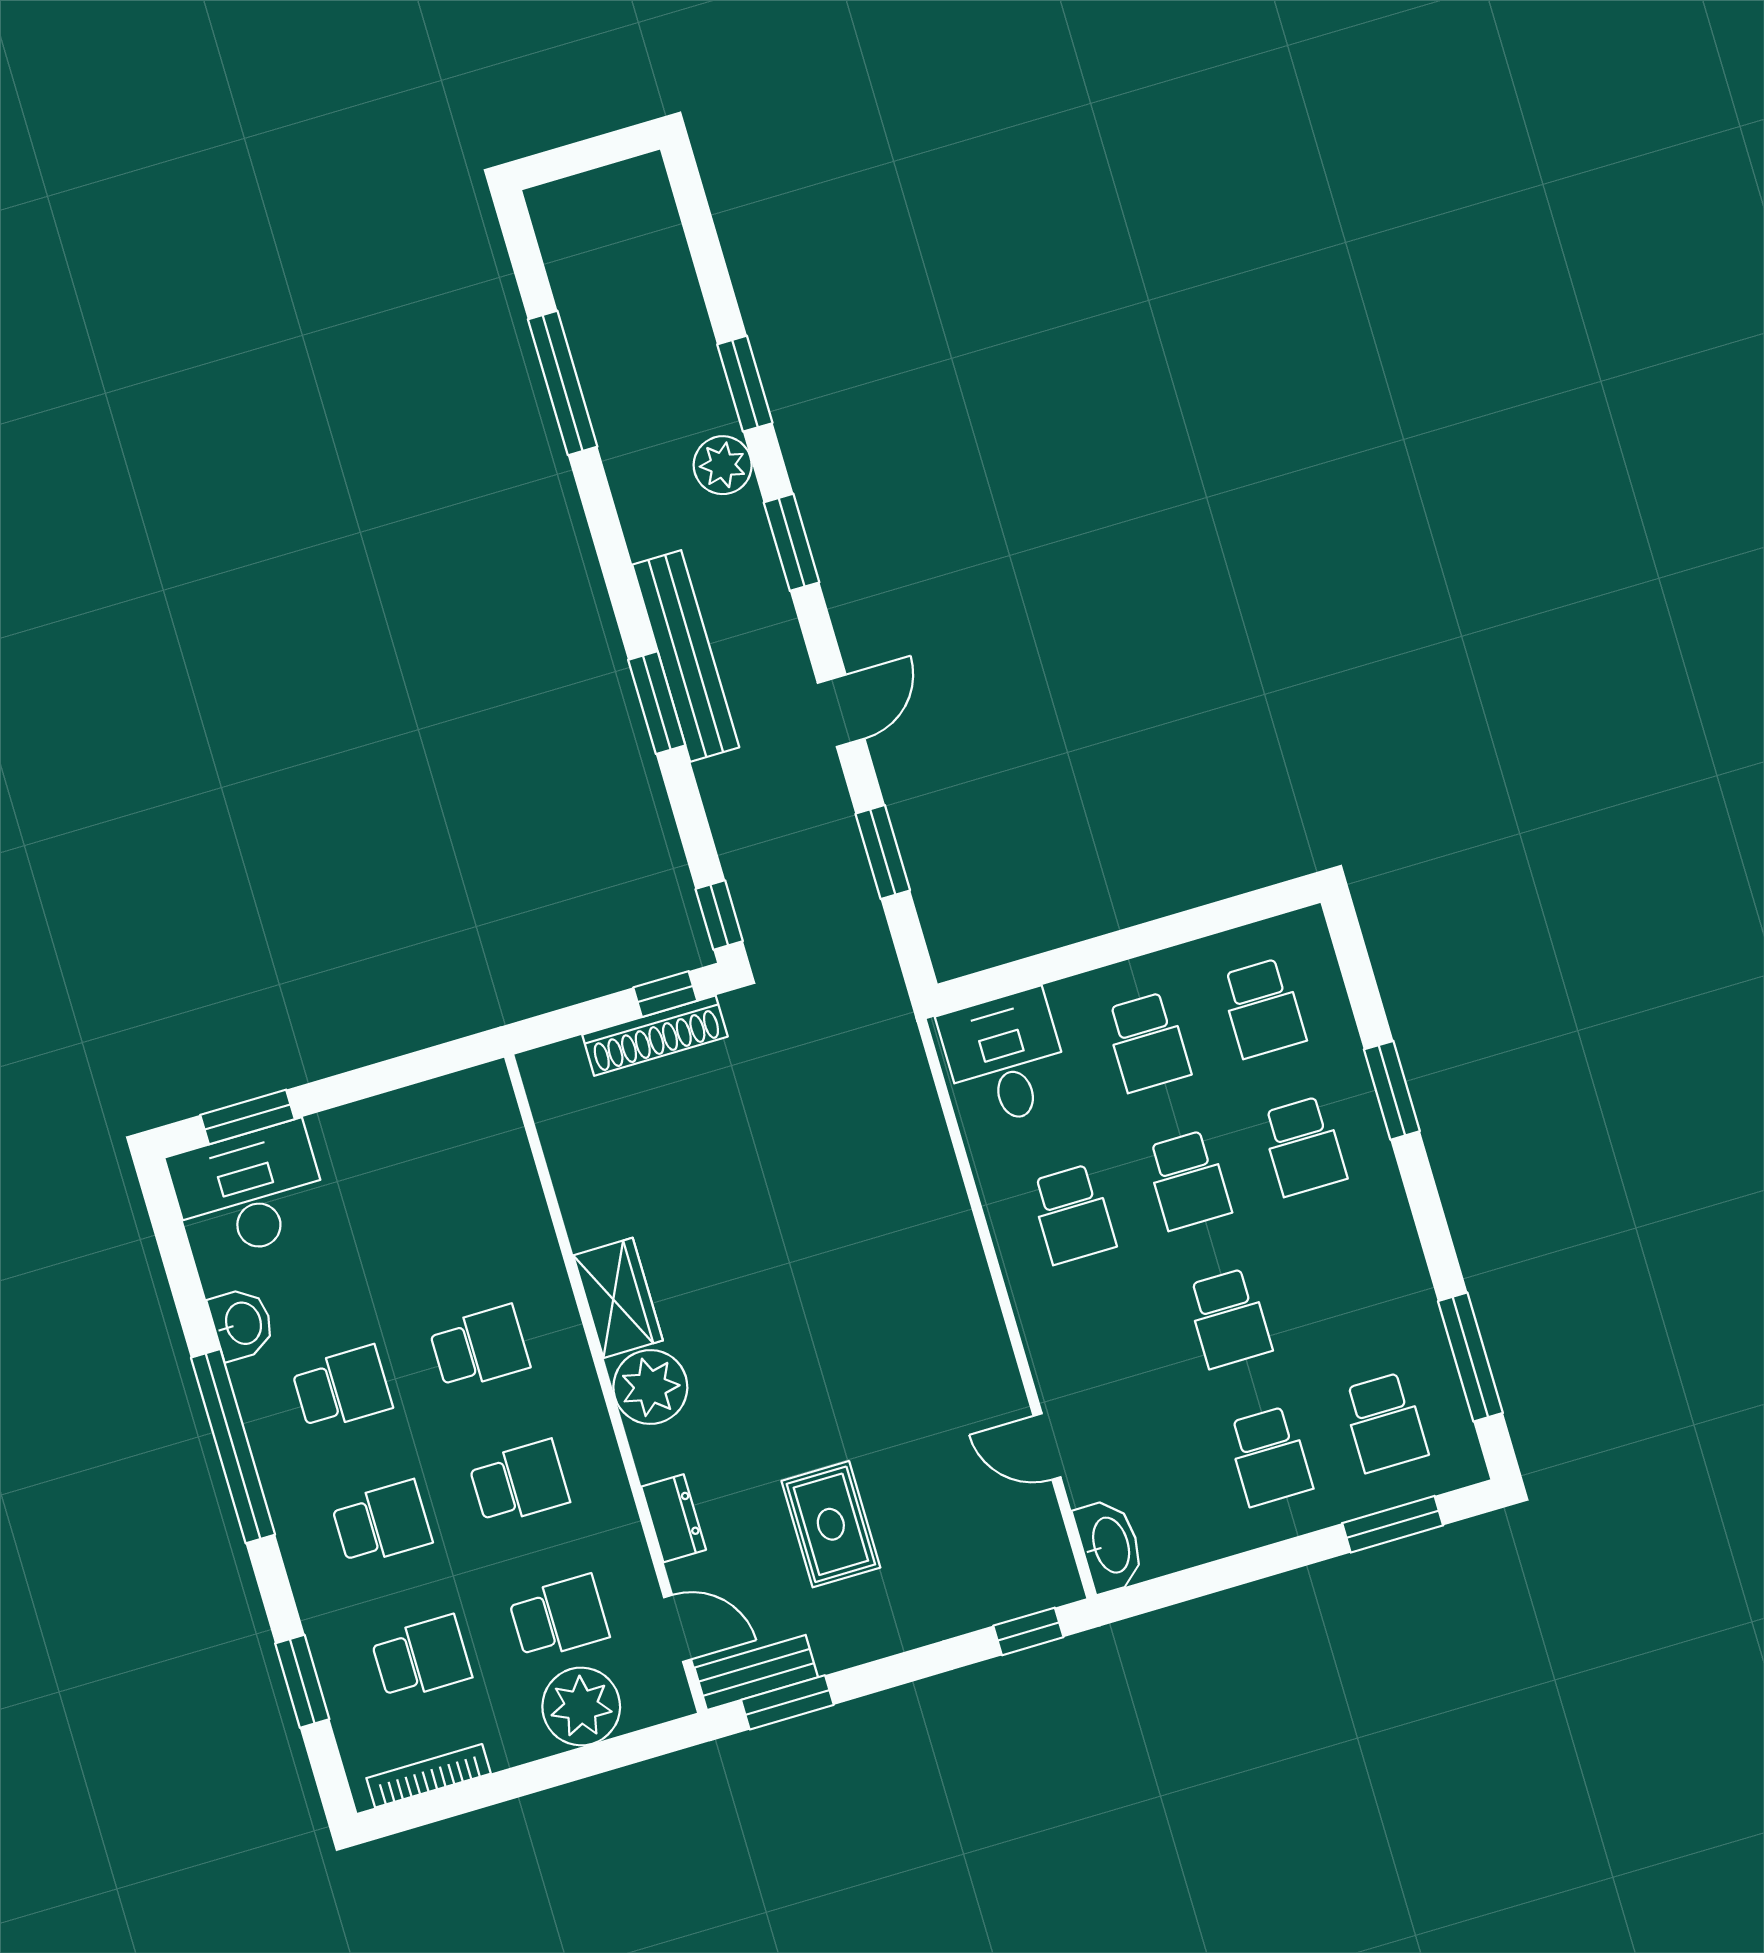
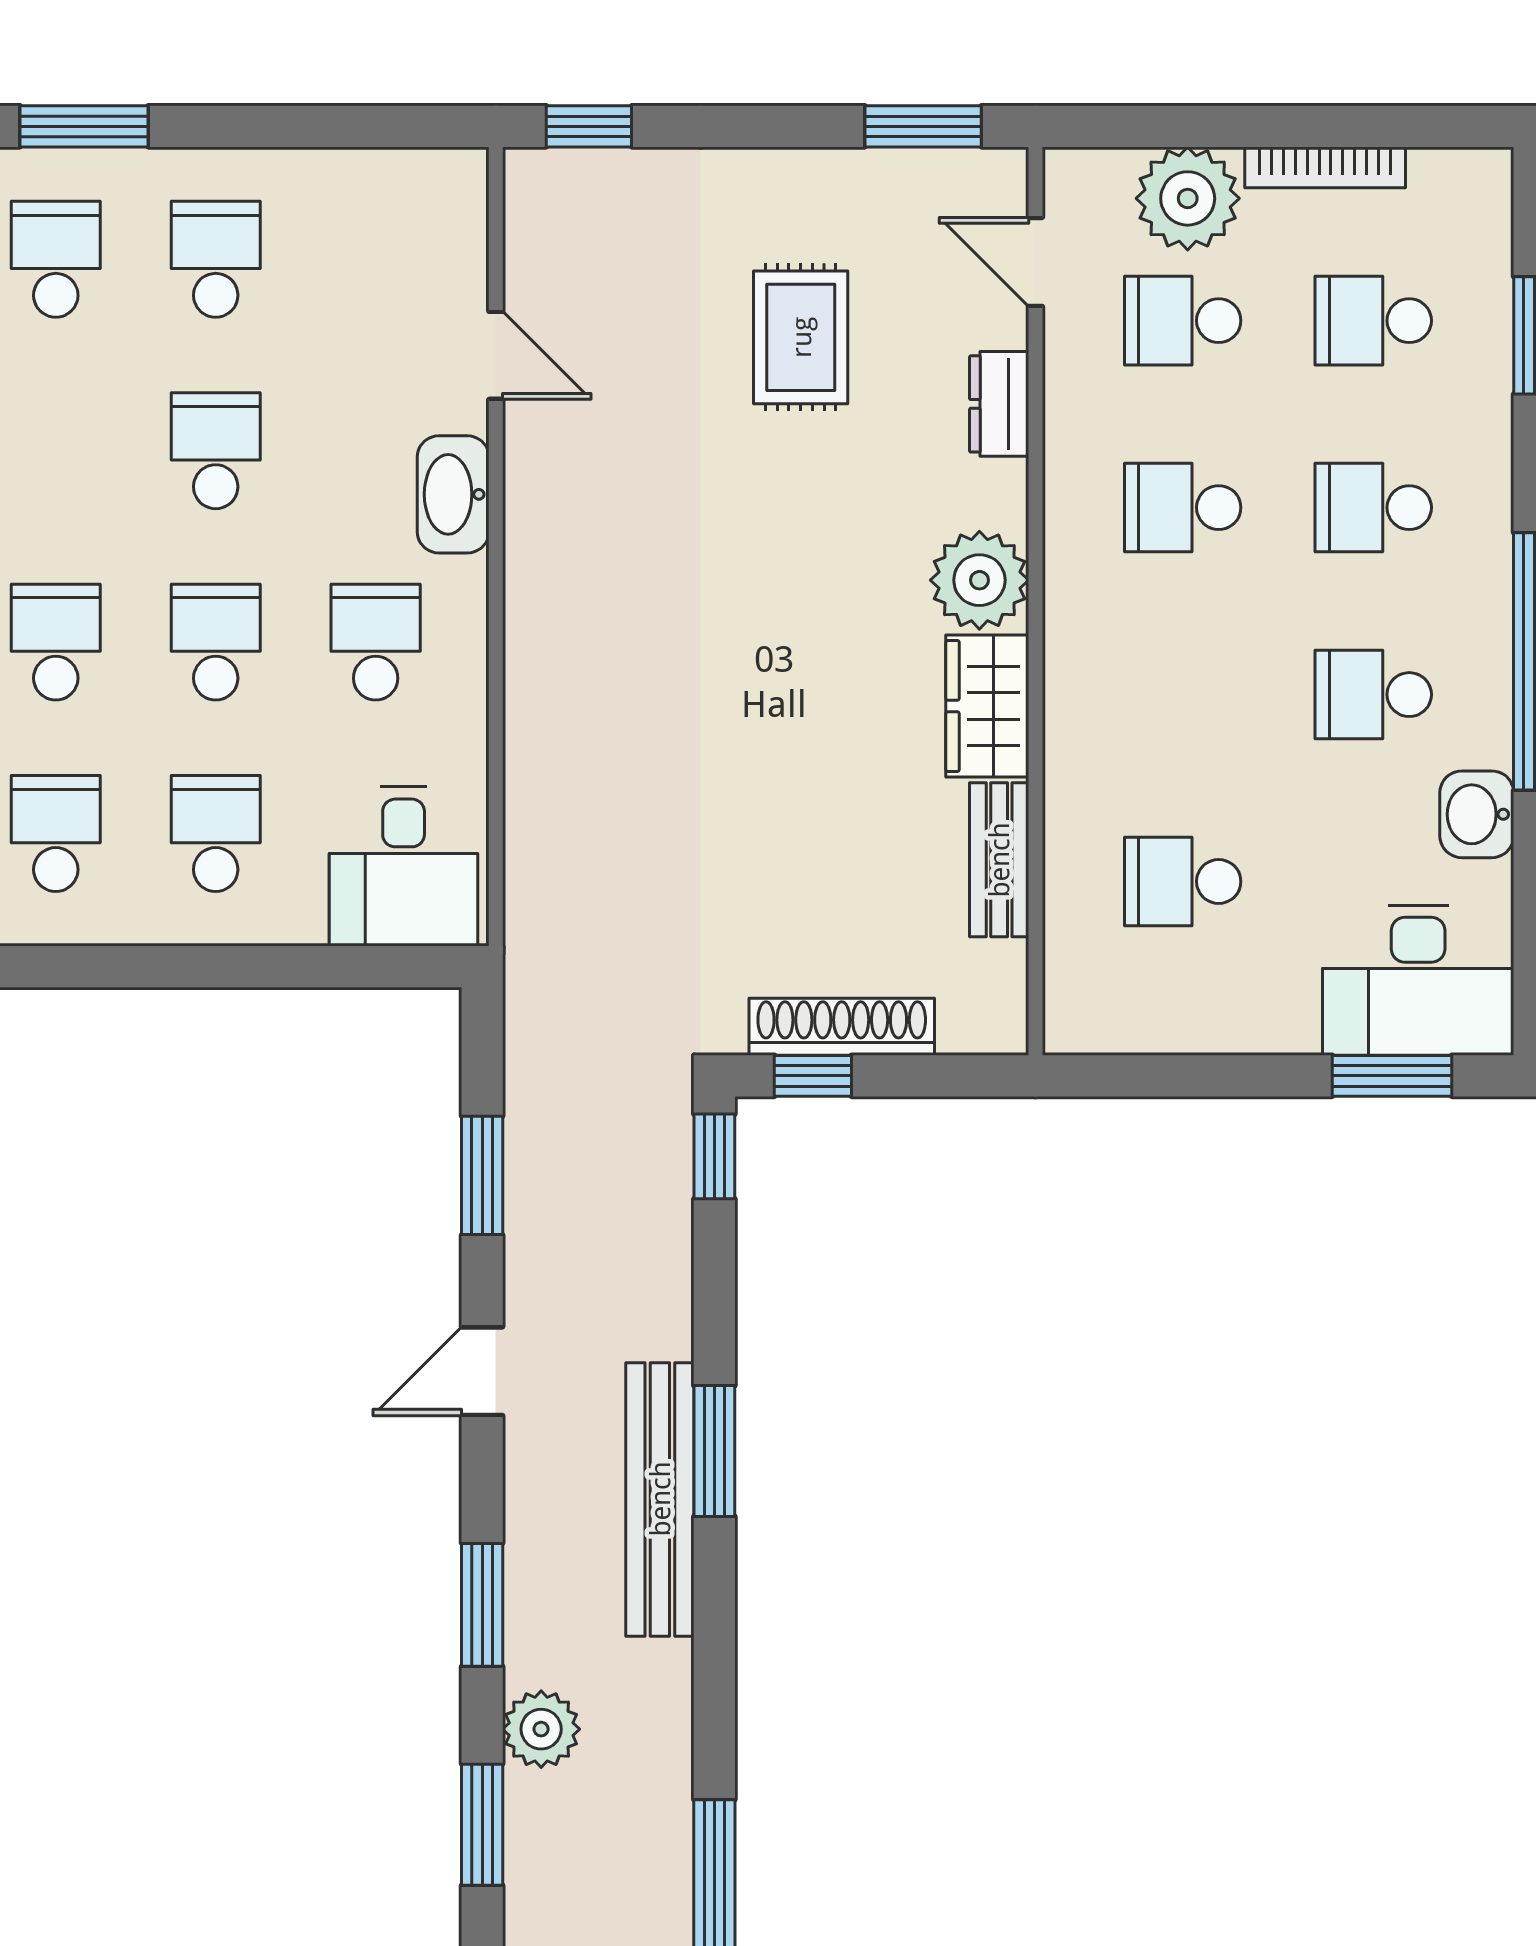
school desk: (479, 1348) -> (1183, 881), moved
washbasin: (1110, 1546) -> (453, 494), moved
bench: (756, 1672) -> (999, 860), moved, turned 90
bookcase: (429, 1776) -> (1325, 167), moved

